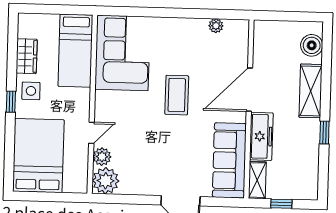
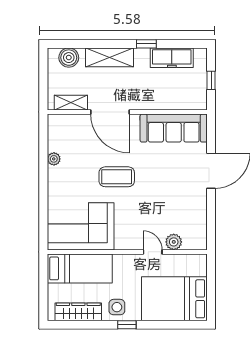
plant: (216, 26) -> (54, 159), moved
wardrobe: (27, 56) -> (78, 312), width x1.50
freezer: (261, 136) -> (172, 58), moved, turned 180
shelving: (257, 180) -> (71, 103), moved
plant: (106, 181) -> (195, 238), removed

